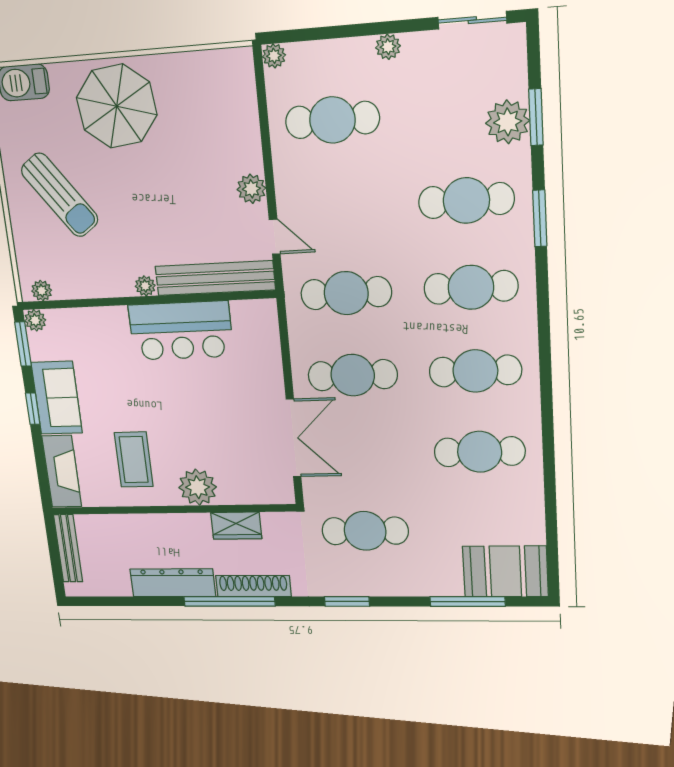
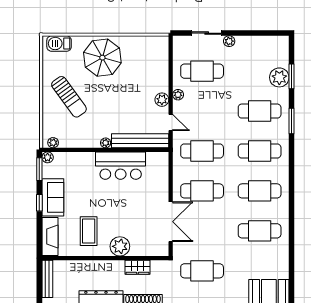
sliding door: (472, 20) -> (207, 33), moved
plant: (274, 56) -> (178, 95), moved

